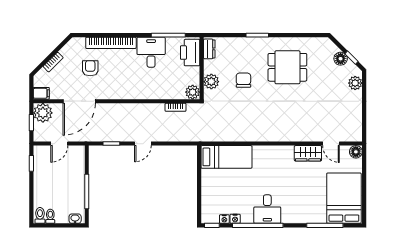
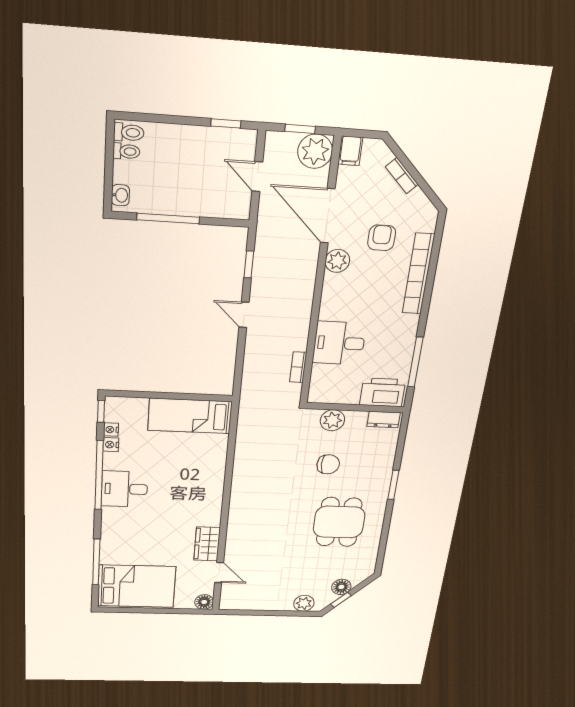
desk: (151, 52) -> (339, 343), moved, turned 180
armchair: (90, 68) -> (382, 238), turned -90
plant: (193, 92) -> (337, 261), moved
door: (331, 144) -> (219, 573), swing flipped
bed: (226, 157) -> (190, 416), moved, turned 90

